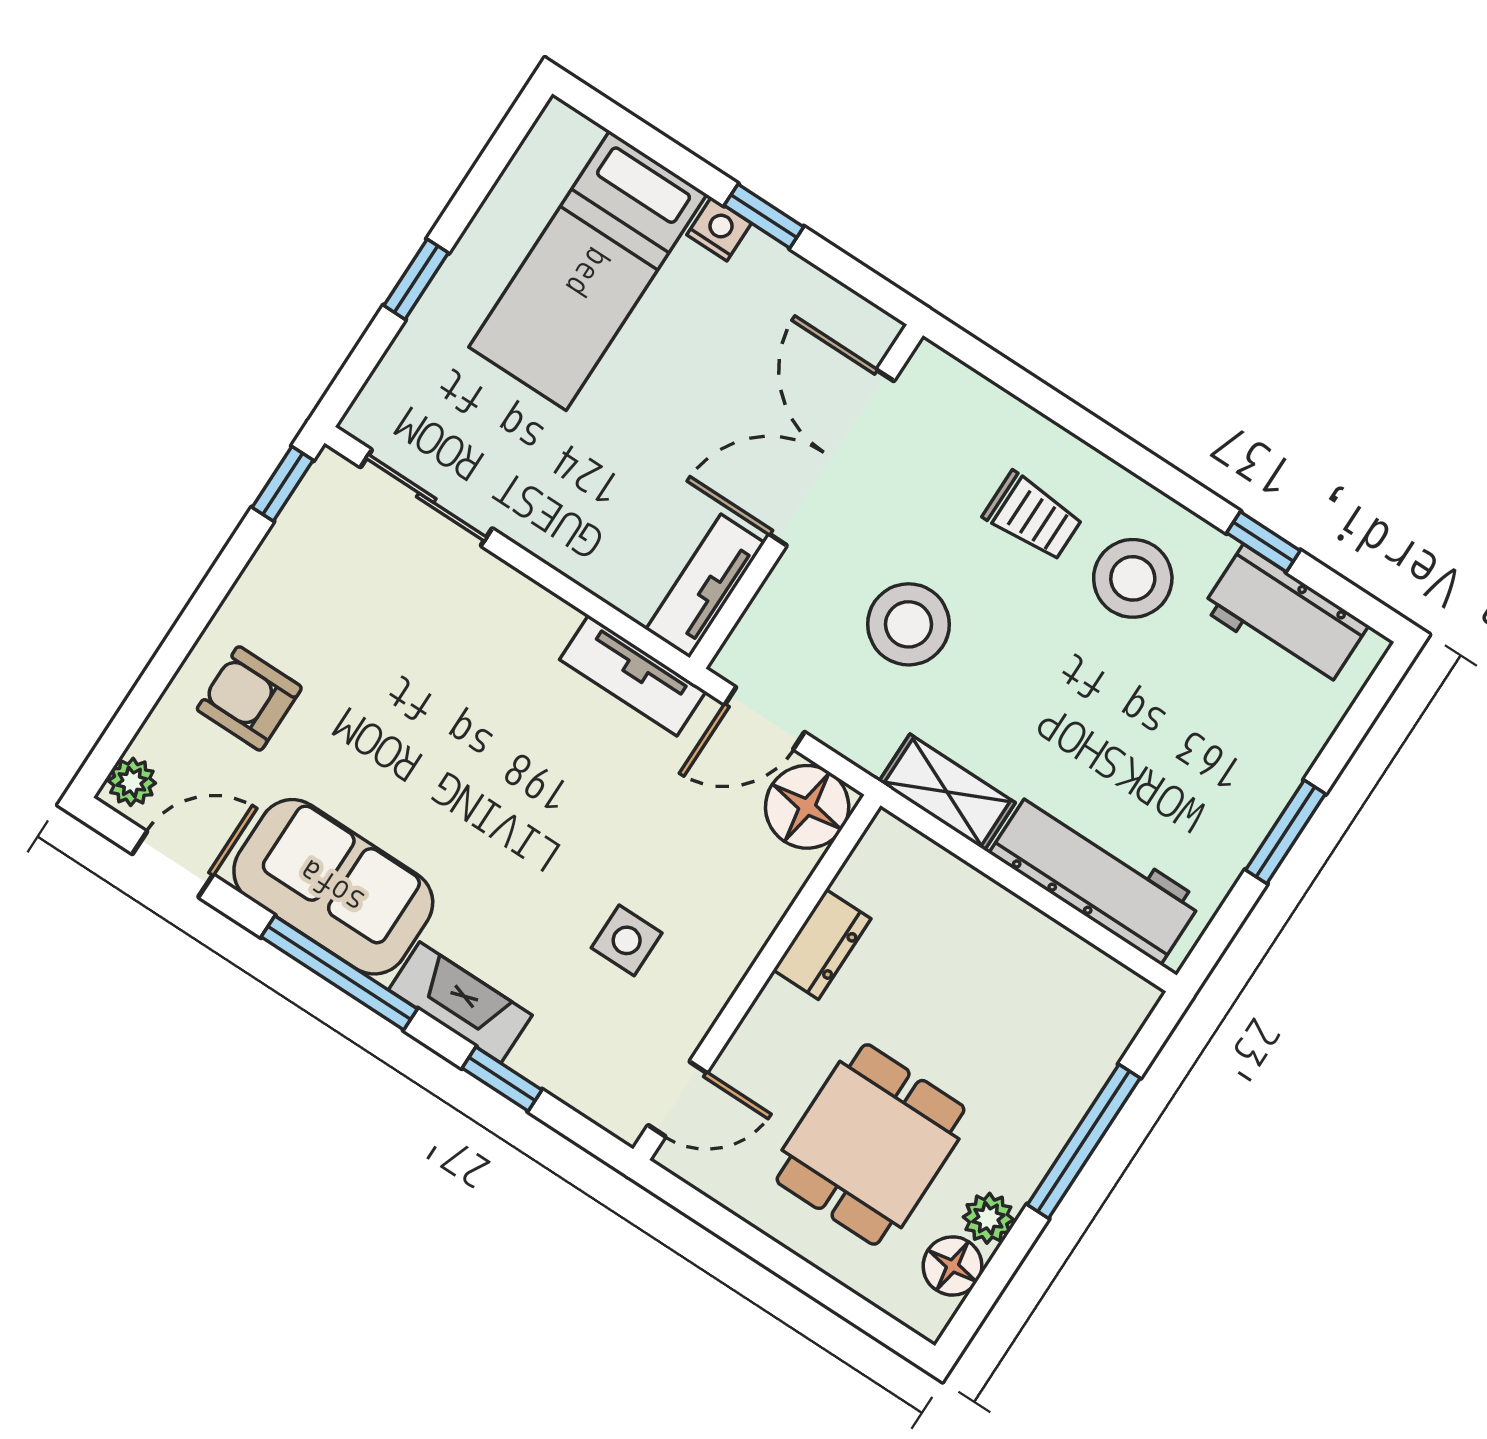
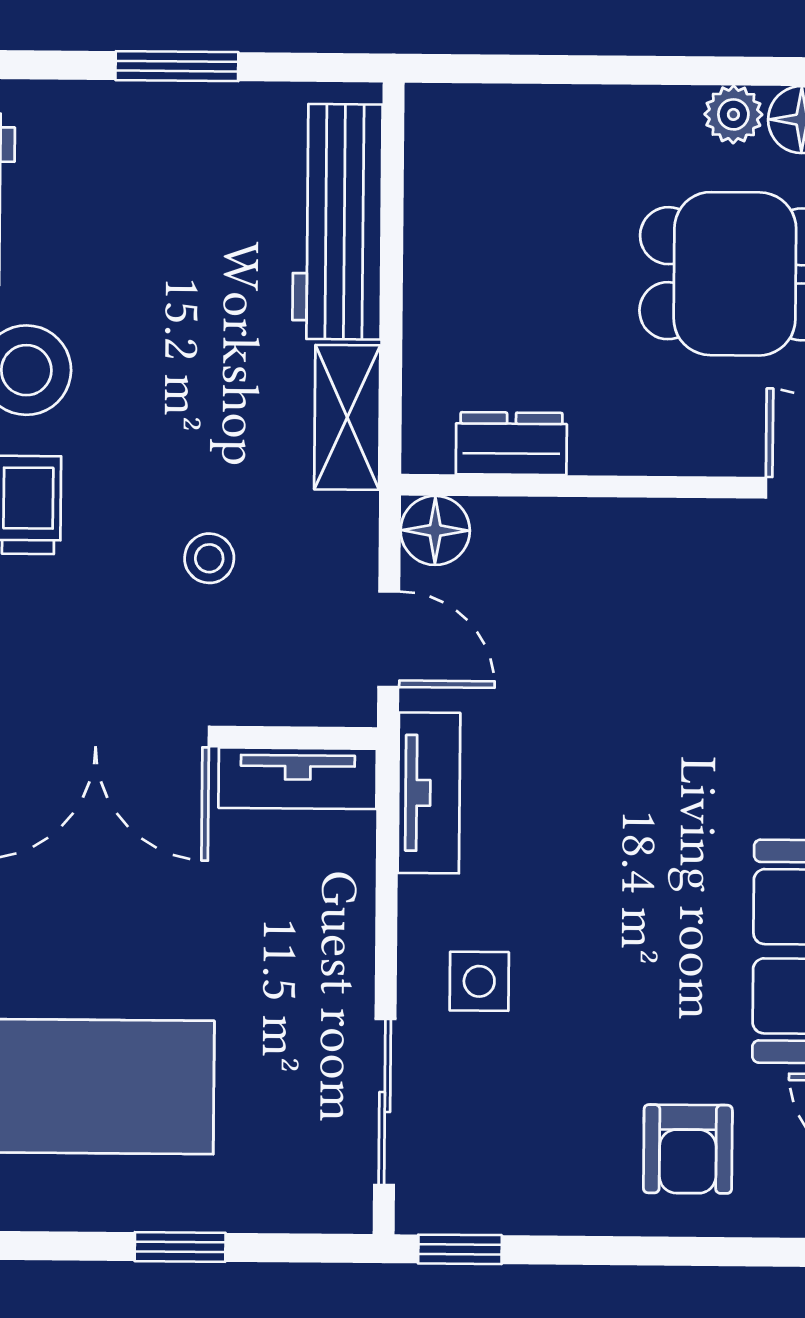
stool: (909, 624) -> (209, 558), width x0.53, depth x0.53
floor lamp: (807, 807) -> (435, 530), width x0.73, depth x0.73
side table: (627, 940) -> (479, 981), moved
dresser: (822, 944) -> (511, 444), moved
window: (1084, 1141) -> (600, 70), removed

